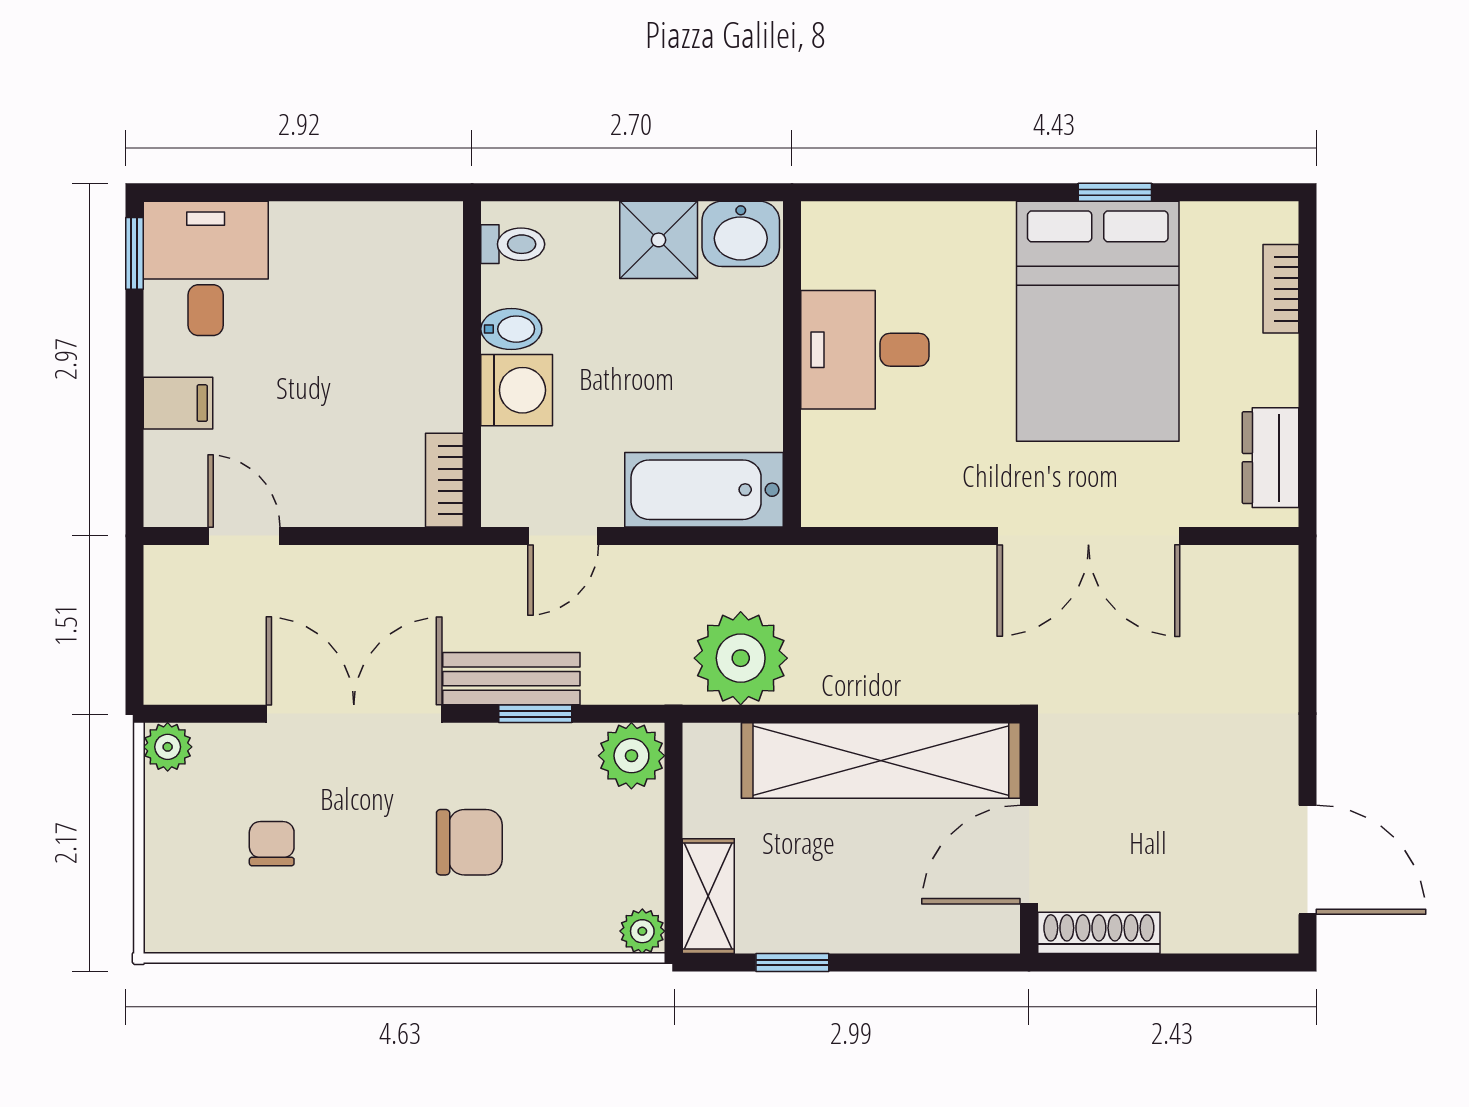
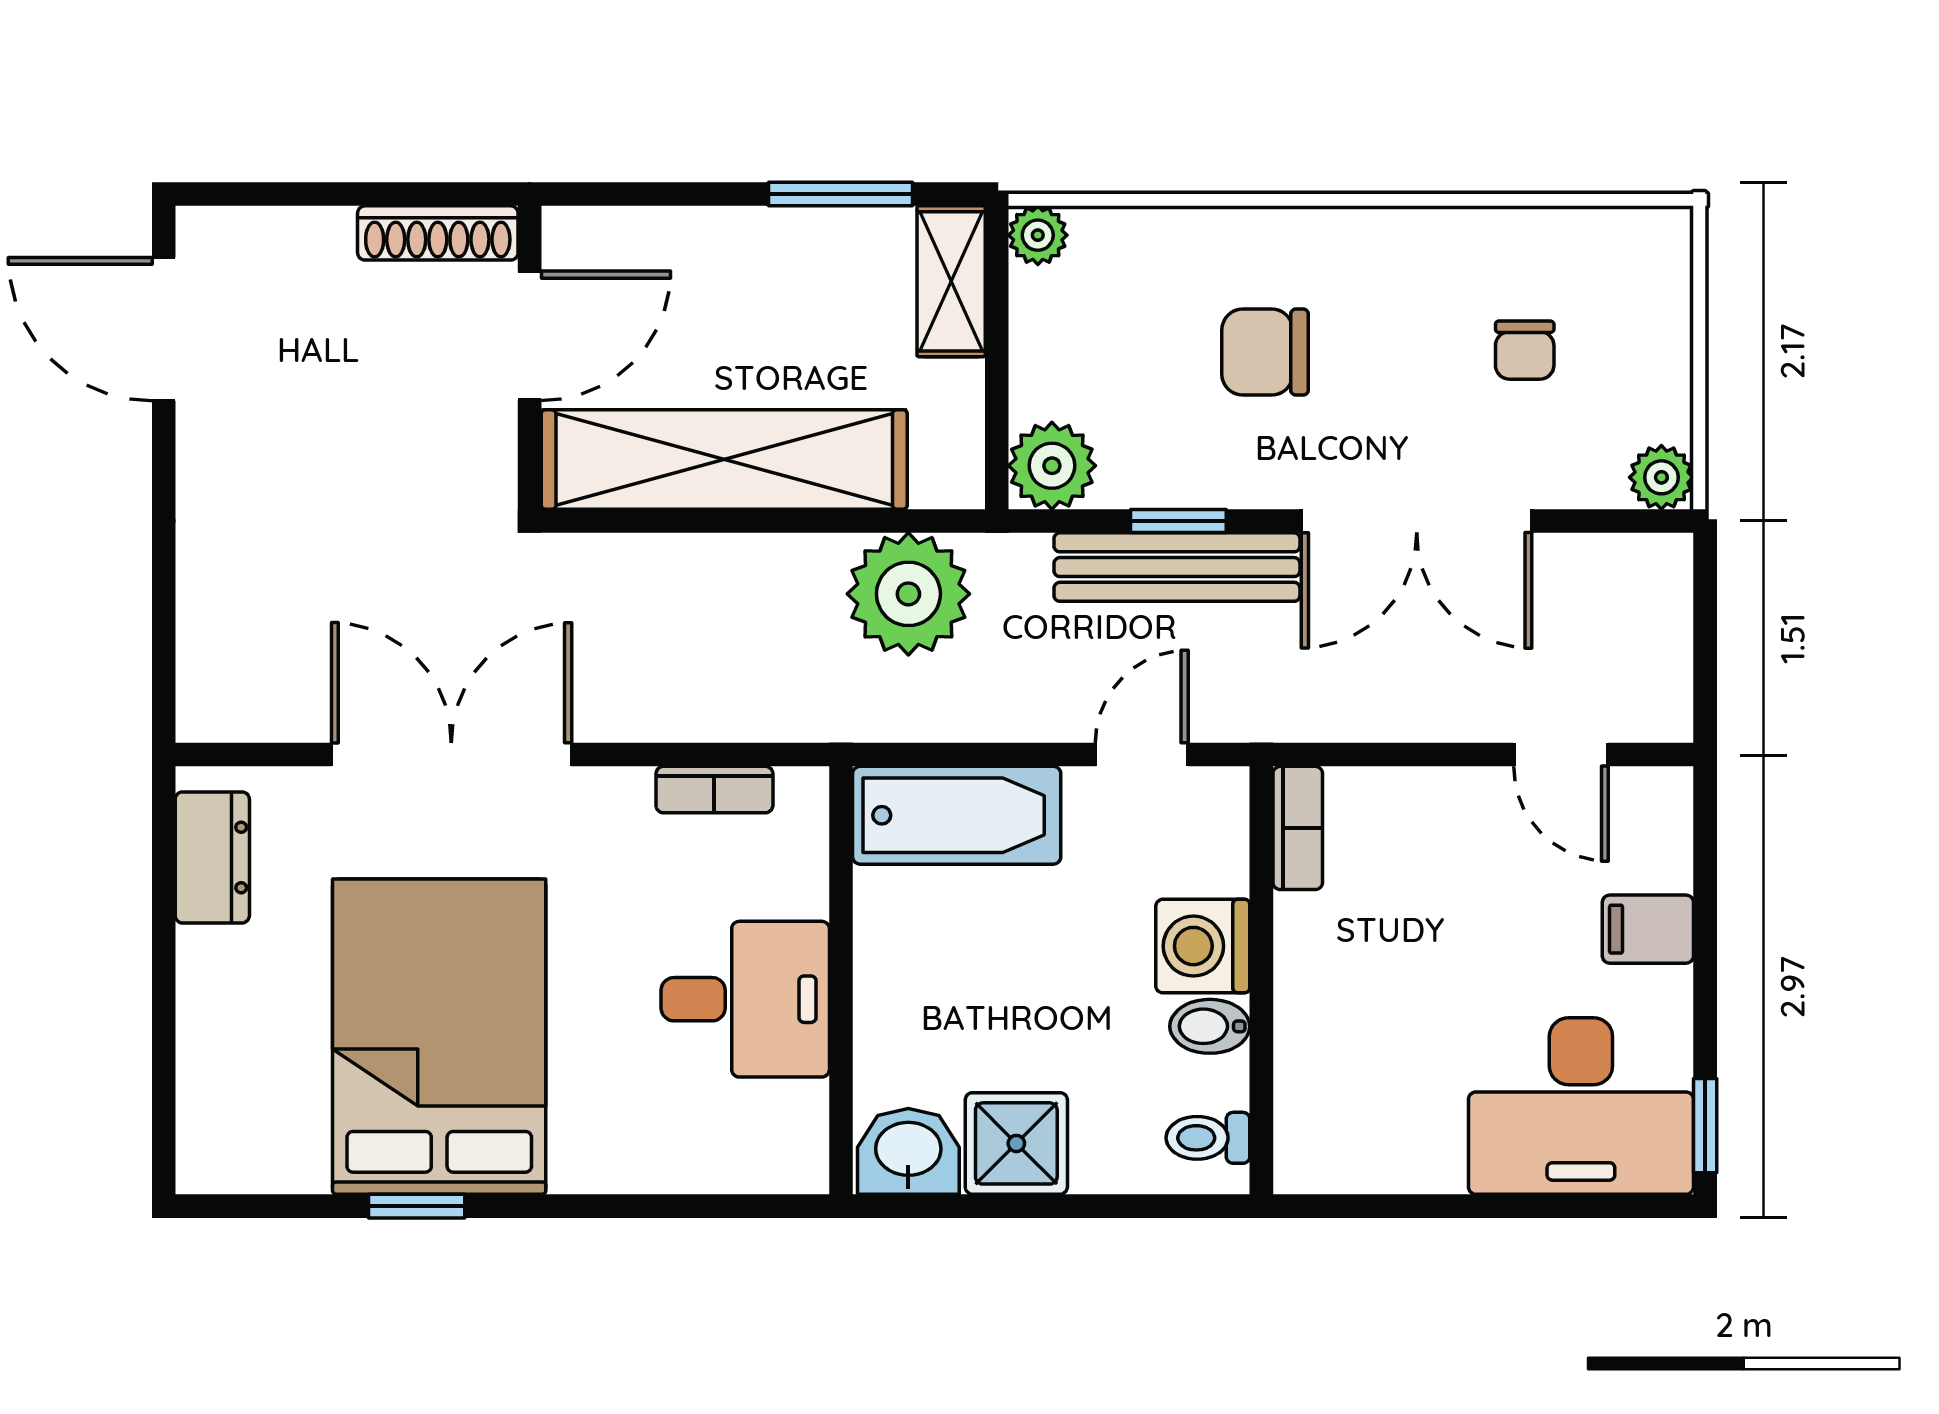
desk: (206, 268) -> (1581, 1106), width x1.37
bookcase: (1281, 289) -> (714, 790), moved, turned 90
bench: (511, 679) -> (1177, 567), width x1.36
window: (792, 962) -> (841, 194), width x1.50

